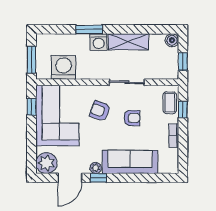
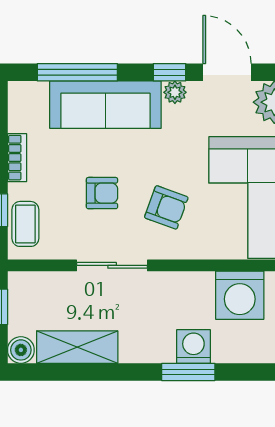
washing machine: (99, 42) -> (193, 346), moved
shelving: (128, 42) -> (77, 347), moved
armchair: (132, 118) -> (102, 193), turned 180
door: (70, 178) -> (227, 72), hinge flipped
window: (144, 178) -> (77, 72), added

